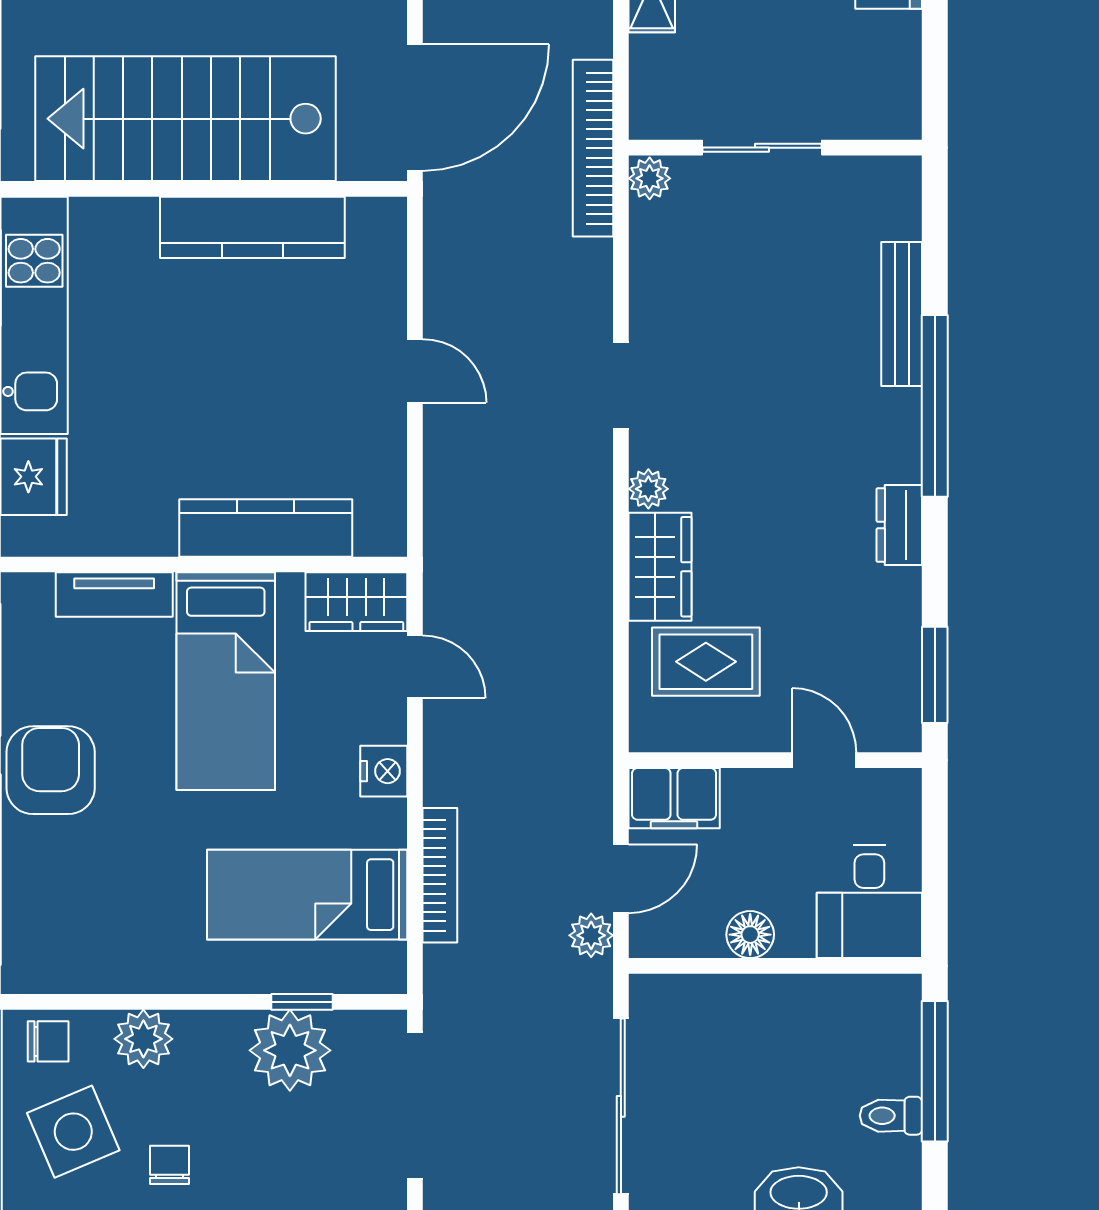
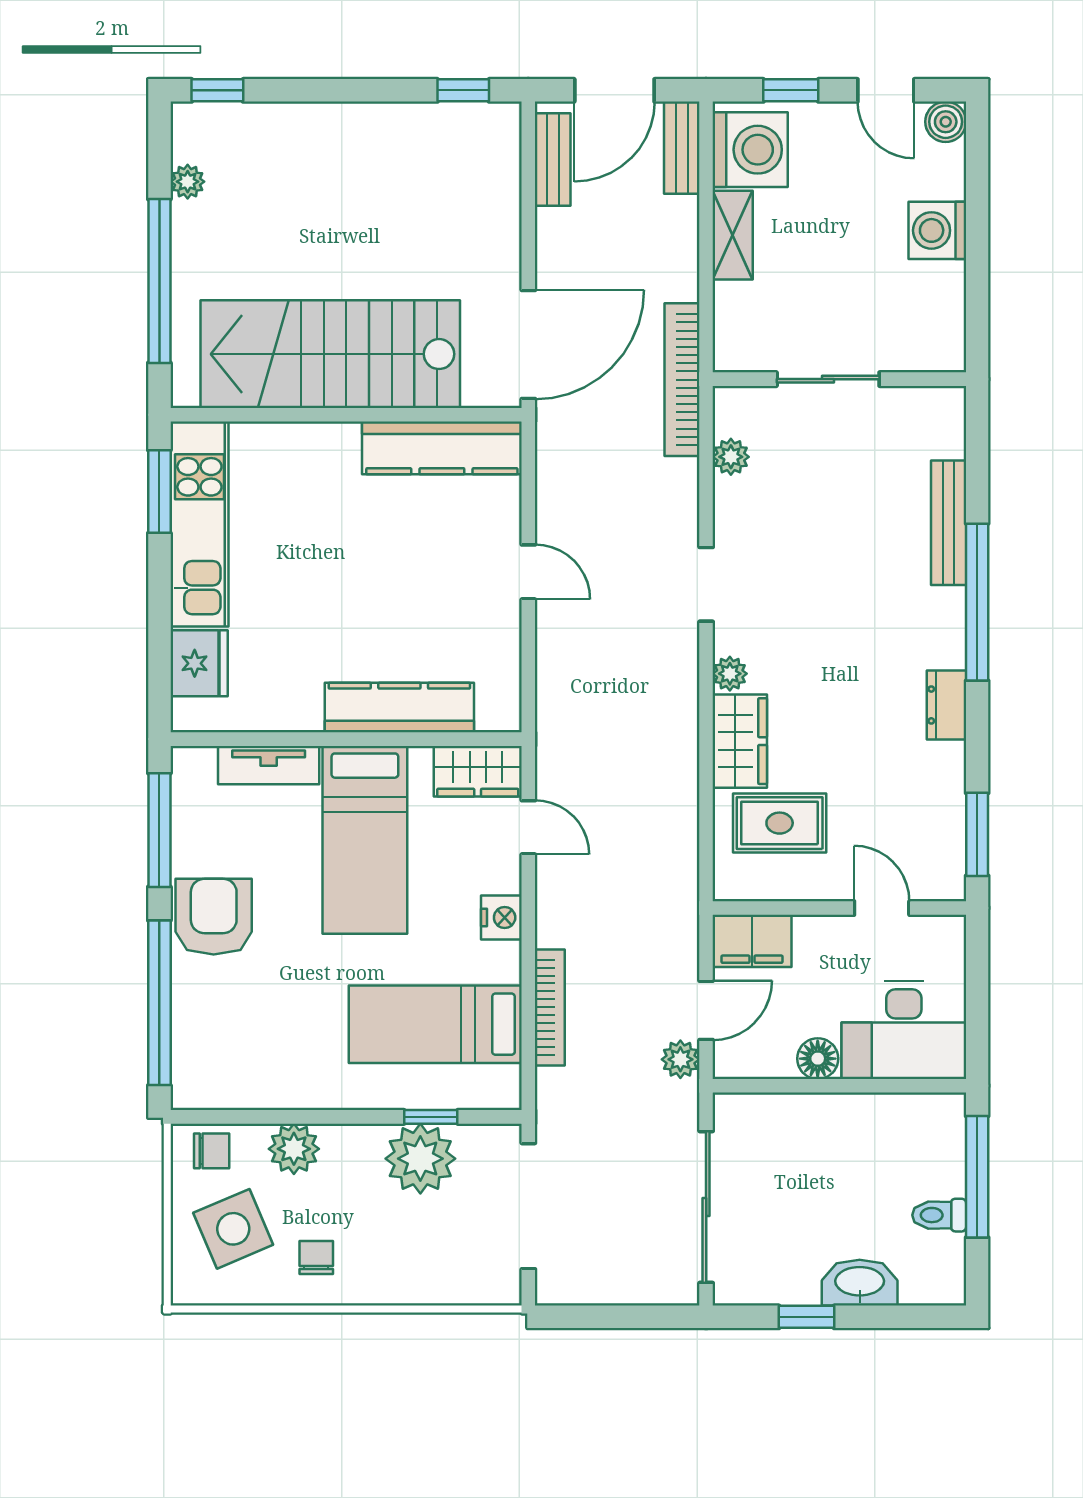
plant: (650, 178) -> (731, 457), moved
kitchen counter: (252, 227) -> (442, 448), moved
desk: (869, 902) -> (904, 1030), width x1.37

